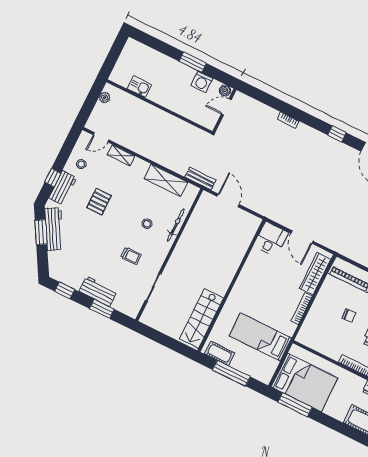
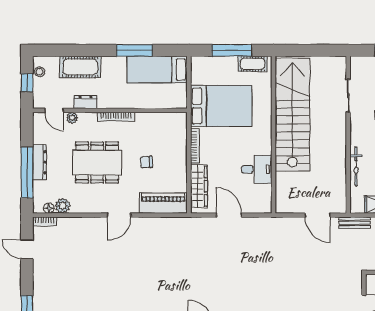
desk: (271, 239) -> (257, 169), moved, turned -90
stairs: (201, 319) -> (292, 115), width x1.86, depth x1.51
bed: (260, 337) -> (221, 106), width x1.50
bed: (304, 382) -> (157, 70), width x0.67
window: (295, 405) -> (134, 50), moved

